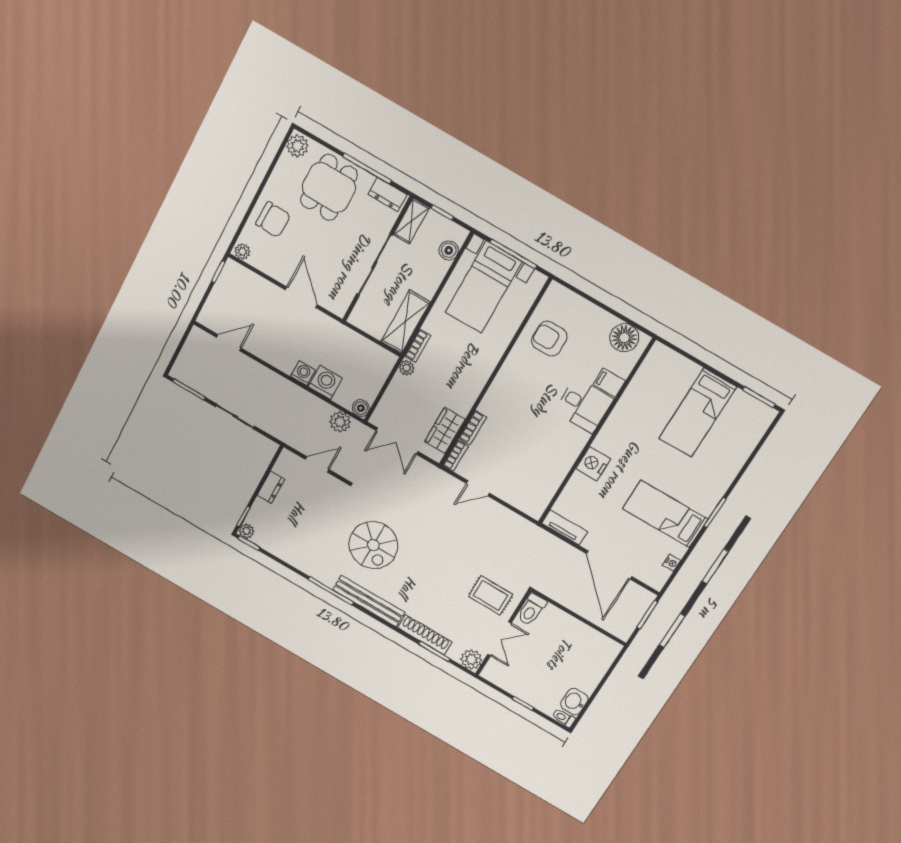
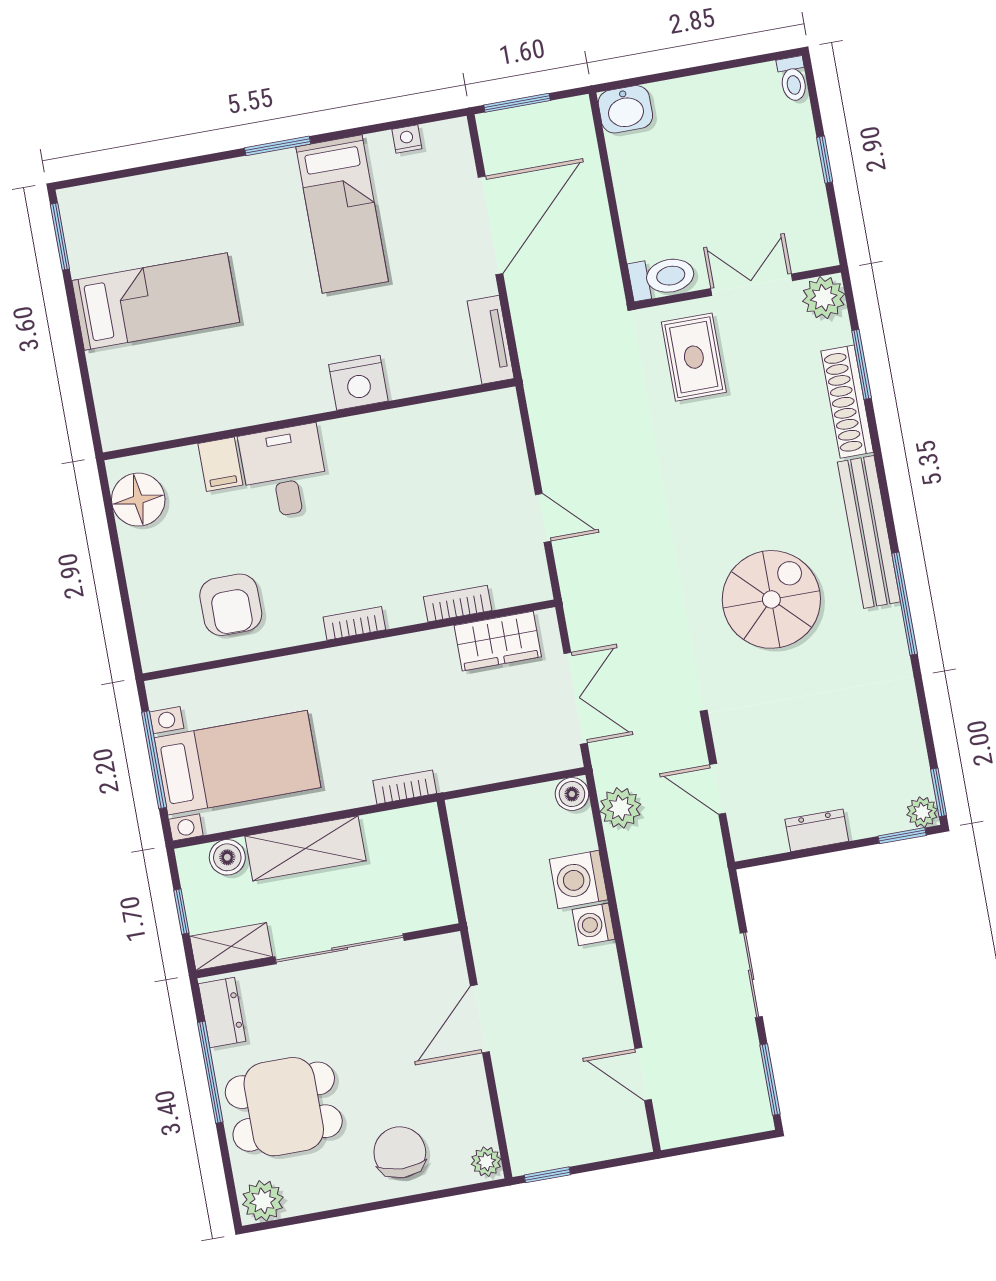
shelving: (406, 322) -> (305, 848), moved
plant: (407, 368) -> (452, 776), removed
bookcase: (455, 456) -> (354, 623), moved
washbasin: (574, 702) -> (625, 109), moved

